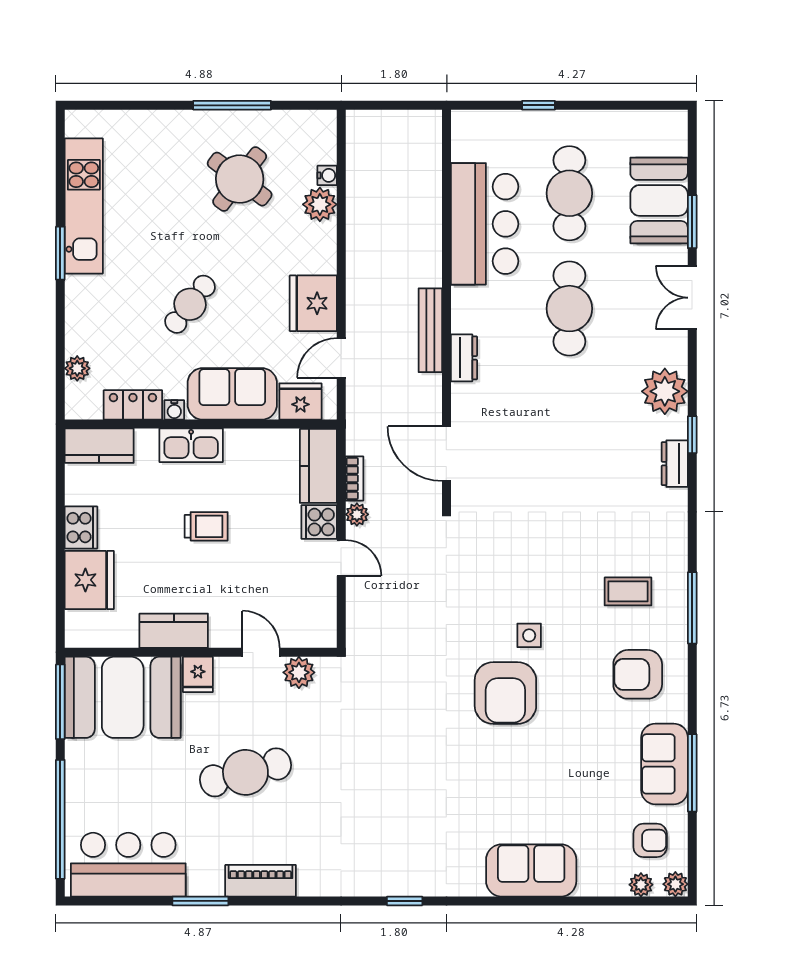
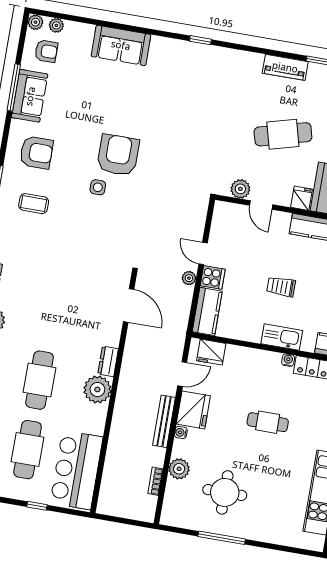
water cooler: (327, 175) -> (181, 432), moved
round table: (240, 179) -> (225, 492), turned -37
bar counter: (485, 224) -> (77, 470), moved
cafe table: (190, 304) -> (268, 422), turned 52
plant: (473, 310) -> (97, 389), added
bench: (430, 330) -> (164, 421), moved
sofa: (232, 394) -> (252, 364), removed
bookcase: (354, 479) -> (155, 481), moved
armchair: (650, 840) -> (46, 51), turned 180

